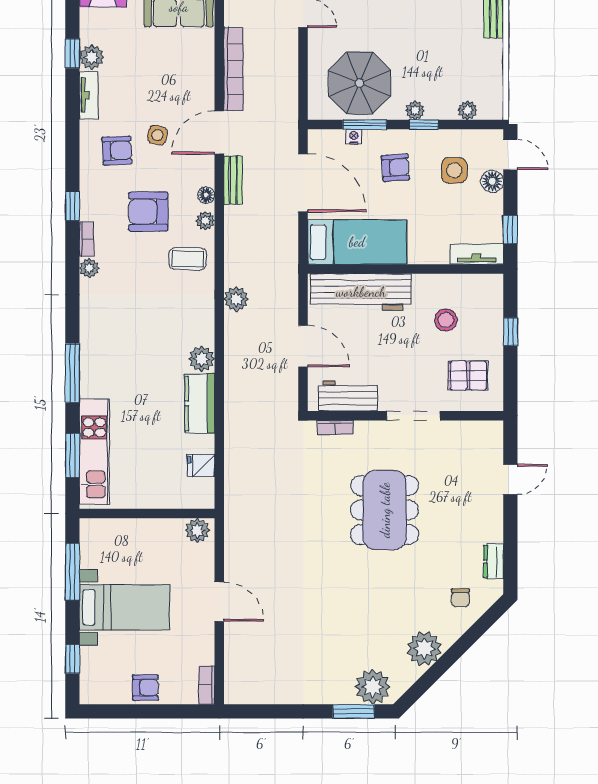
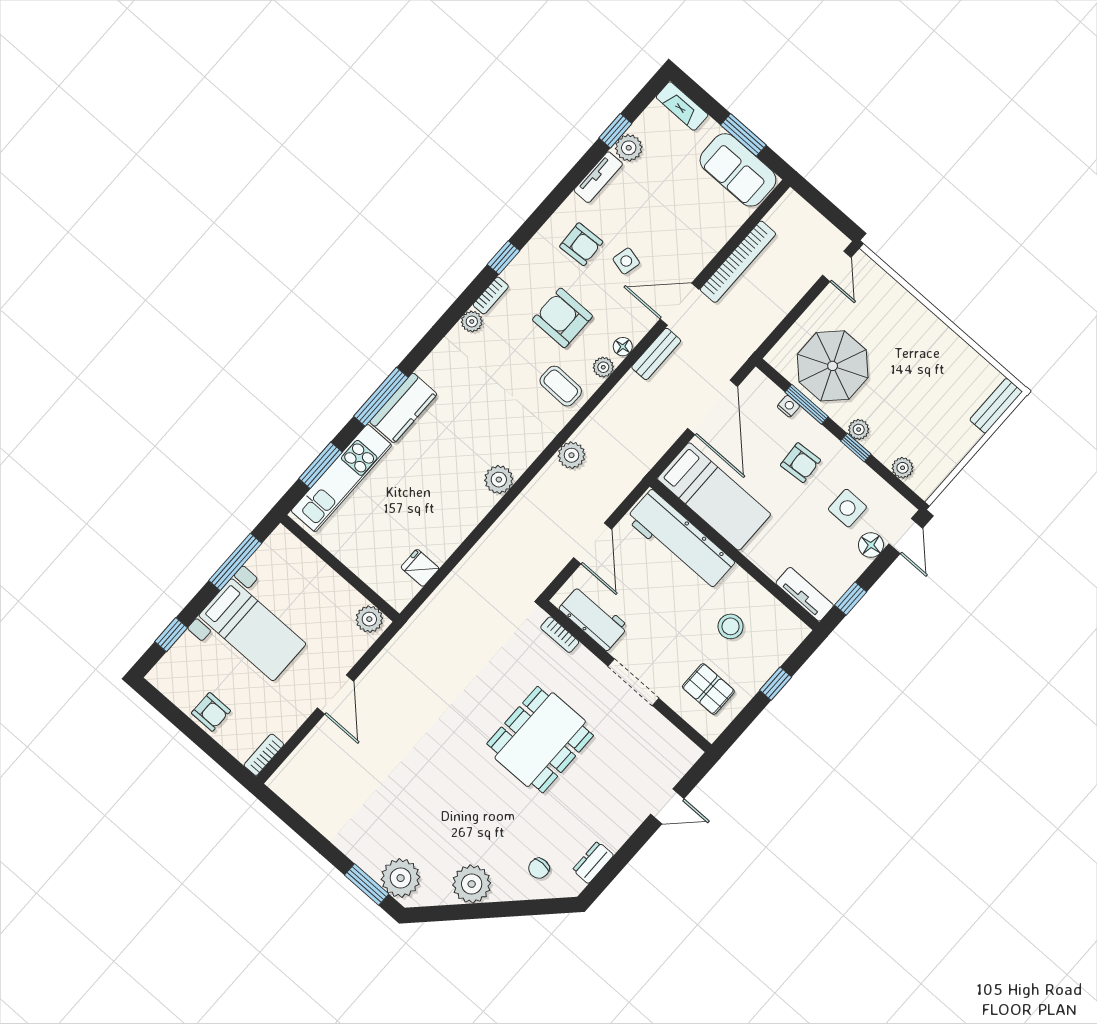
kitchen counter: (200, 404) -> (403, 408), moved, turned 180

